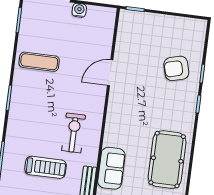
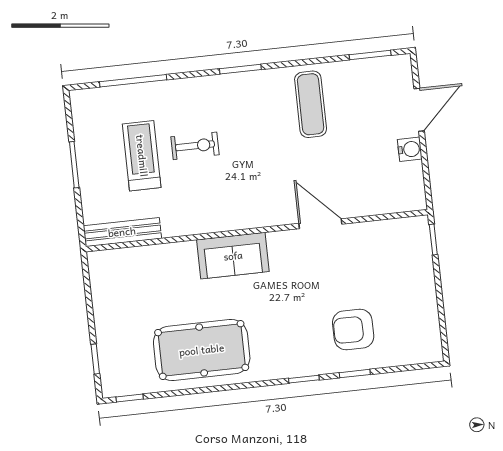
armchair: (176, 68) -> (353, 329), turned -75
exercise bike: (74, 133) -> (195, 146), moved, width x0.73, depth x0.72
treadmill: (46, 167) -> (142, 156), turned 180
sofa: (111, 168) -> (233, 256), moved

